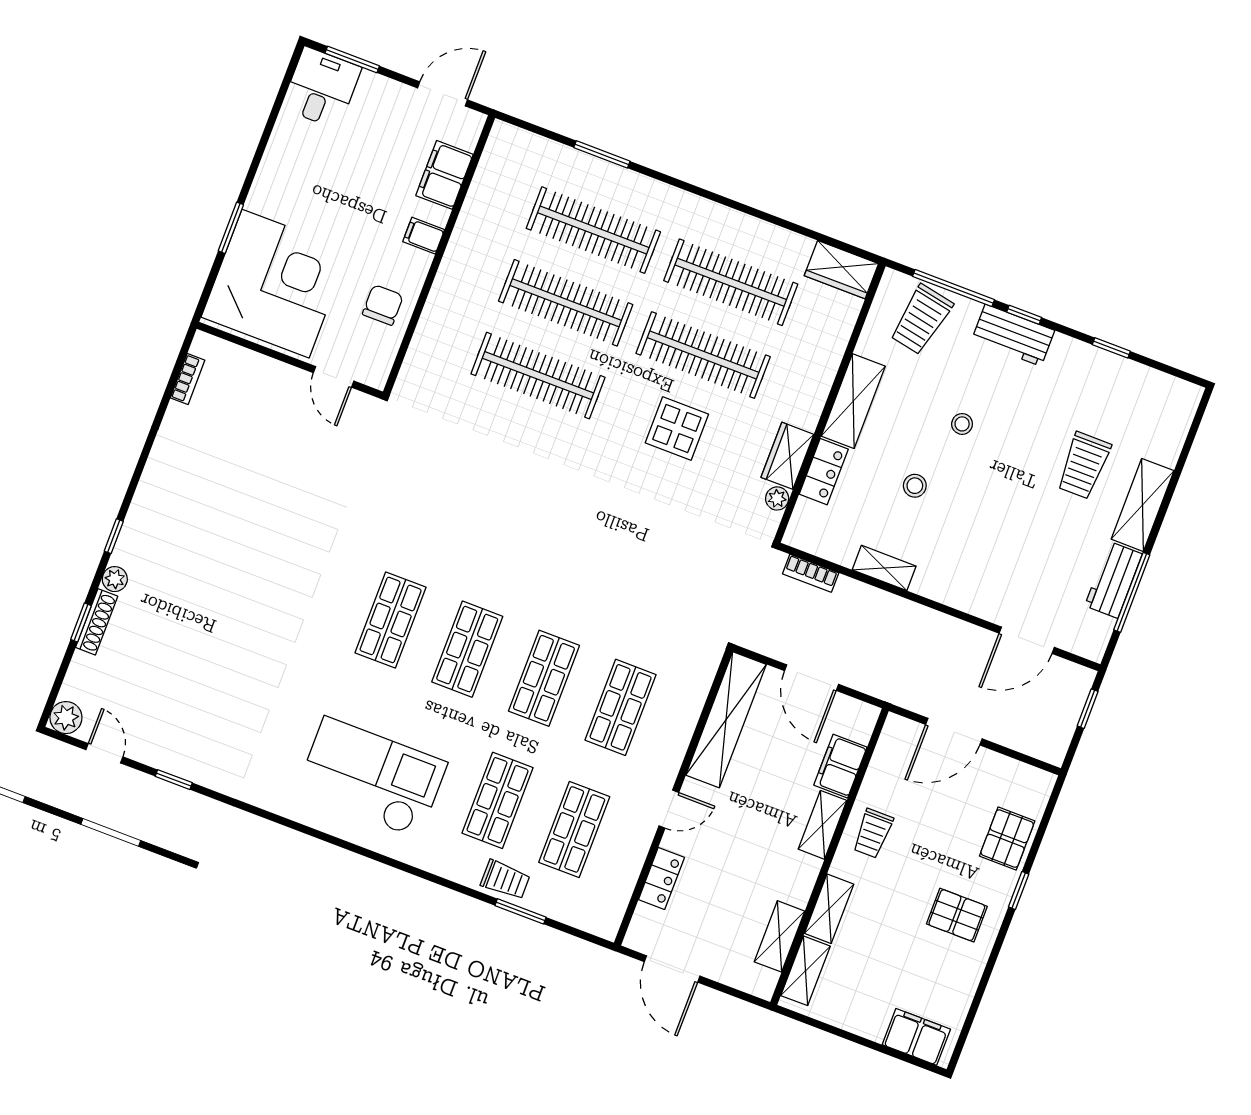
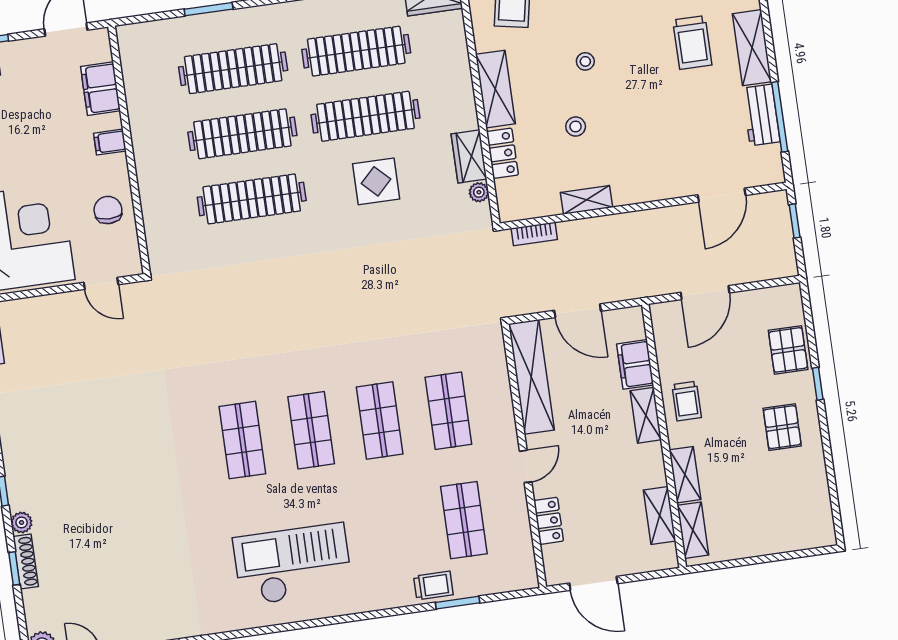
shop shelf: (498, 800) -> (395, 530), removed
pallet: (957, 915) -> (782, 427), turned 90
filing cabinet: (916, 1037) -> (802, 534), removed

